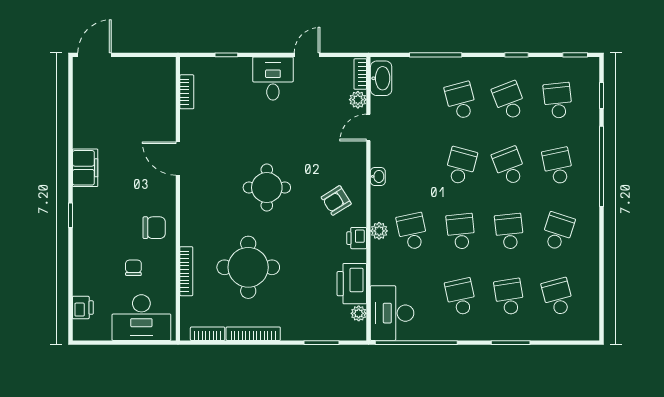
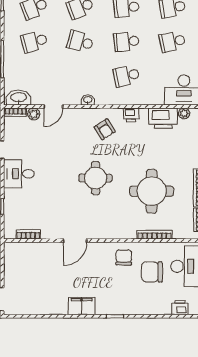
door: (368, 128) -> (53, 107), hinge flipped
plant: (379, 231) -> (126, 99), removed
chair: (133, 268) -> (152, 272), width x1.87, depth x1.87

